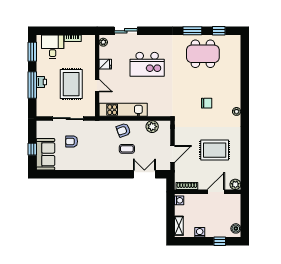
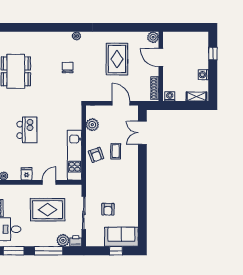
kitchen island: (147, 64) -> (27, 130), width x0.73, depth x0.78
printer: (41, 82) -> (76, 241), moved
plant: (42, 99) -> (63, 240), added
boiler: (236, 228) -> (199, 37), removed

